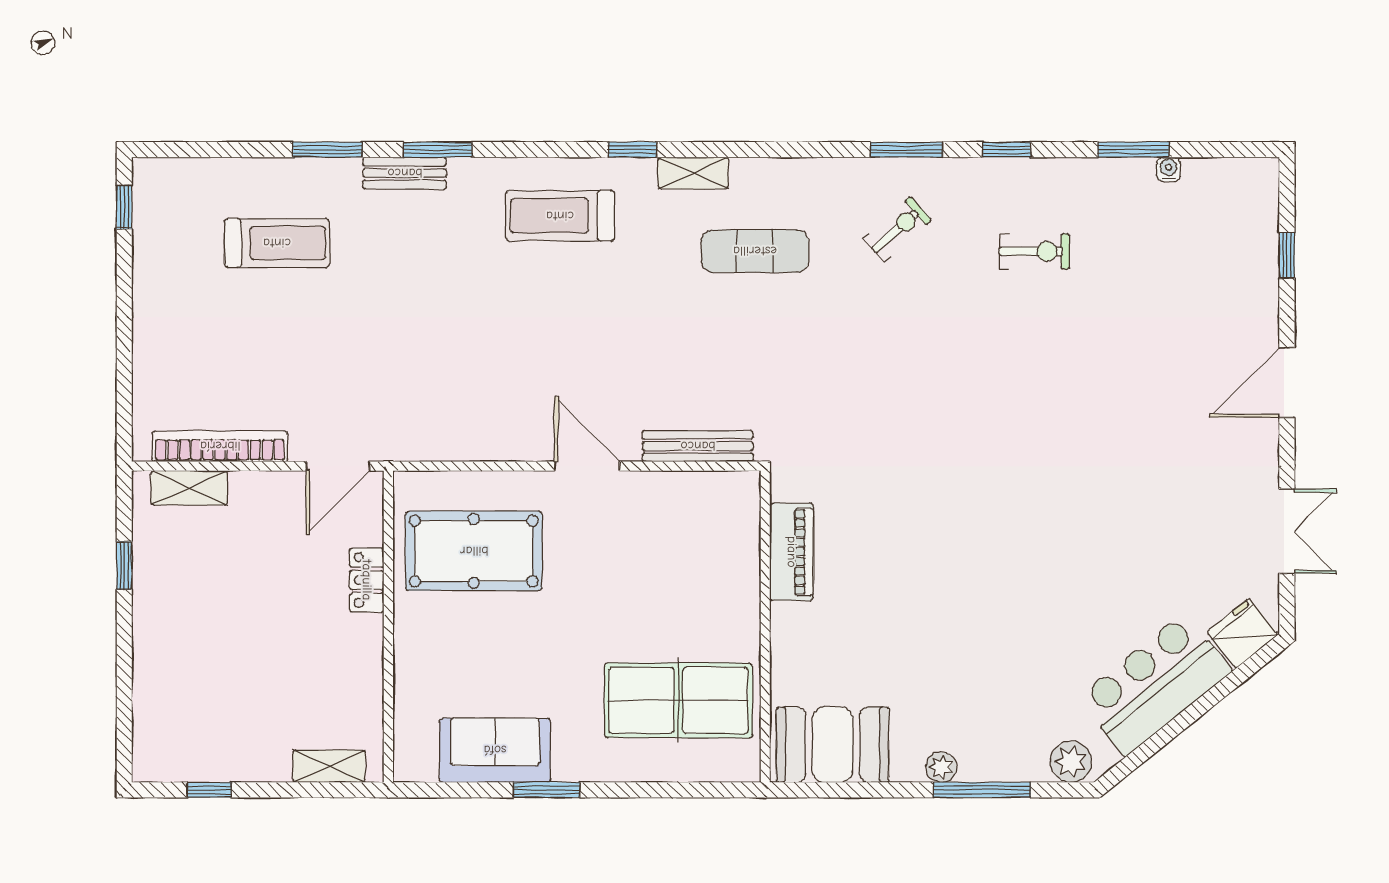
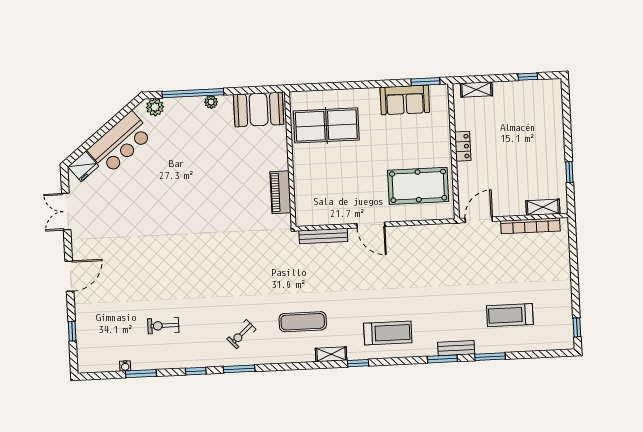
exercise bike: (1034, 251) -> (163, 326), moved
locker: (367, 580) -> (463, 146), moved
window: (547, 790) -> (425, 82), moved
window: (982, 790) -> (193, 93), width x1.46

